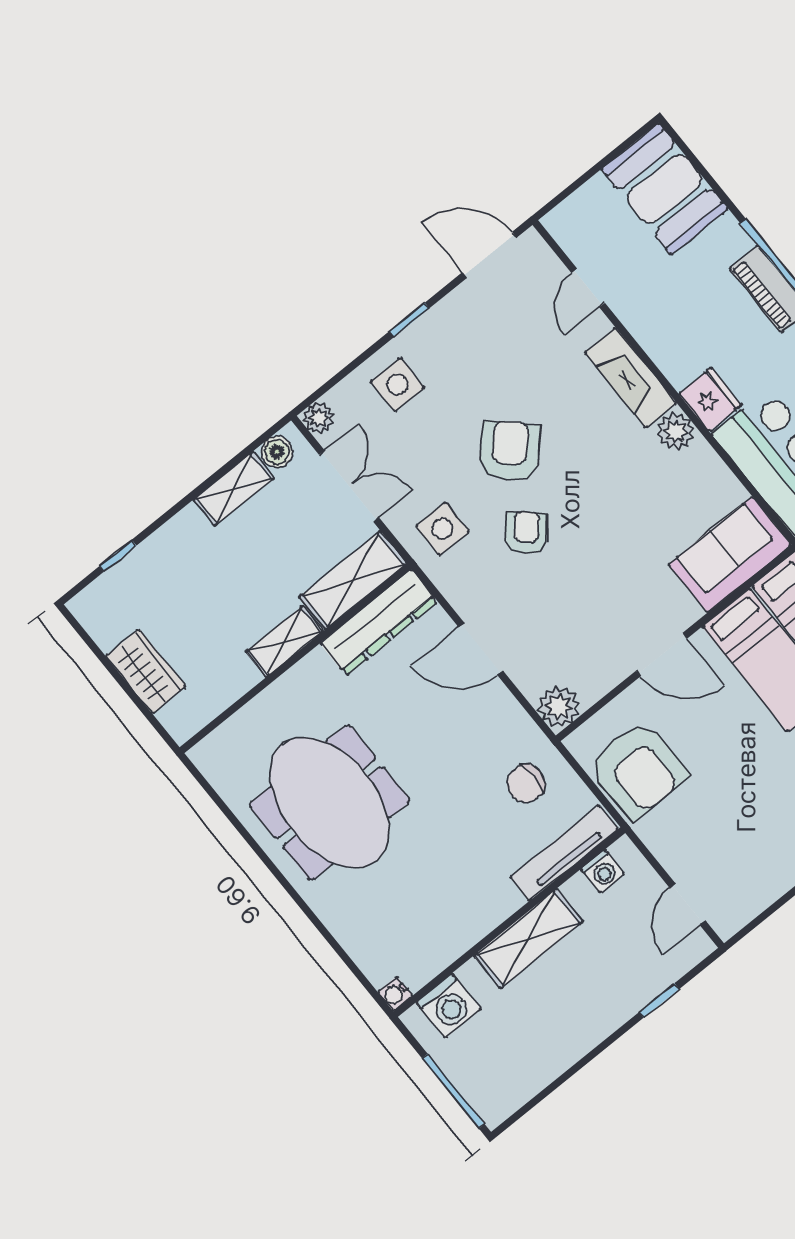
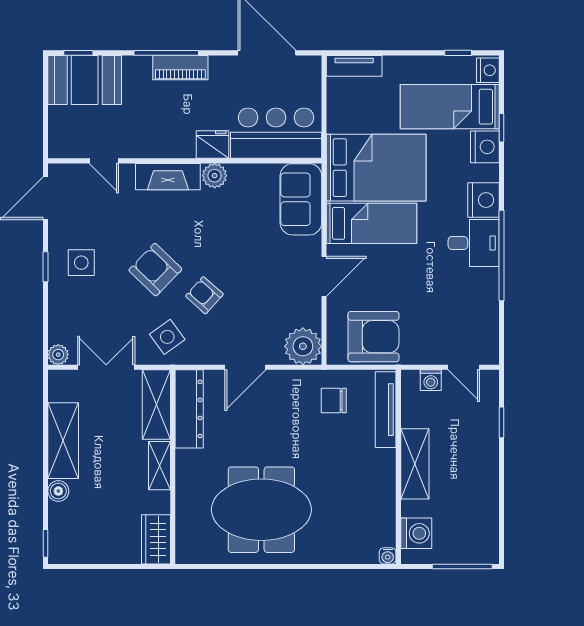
window: (690, 156) -> (78, 53), added
side table: (397, 385) -> (81, 263), moved
boiler: (277, 452) -> (58, 491), moved
shelving: (234, 489) -> (63, 441), width x1.50, depth x1.33
side table: (442, 529) -> (167, 337), turned -36
window: (118, 556) -> (46, 543), moved
wardrobe: (146, 671) -> (156, 539), moved, turned -90
plant: (559, 707) -> (303, 346), width x1.36, depth x1.36
chair: (526, 784) -> (334, 400), turned 90
washing machine: (603, 871) -> (431, 380), moved, turned 90

